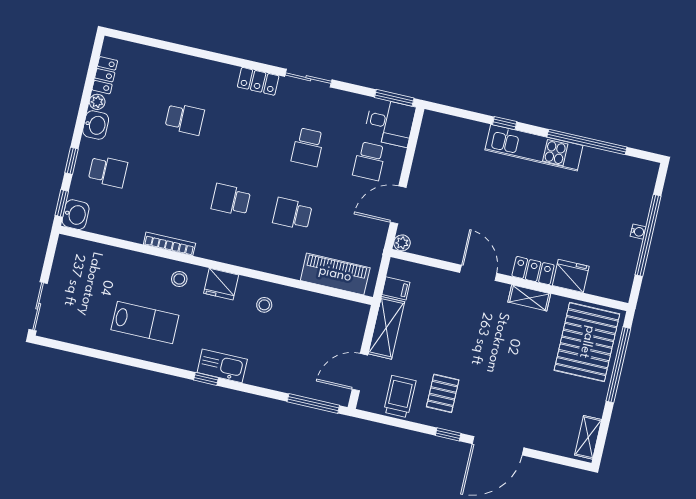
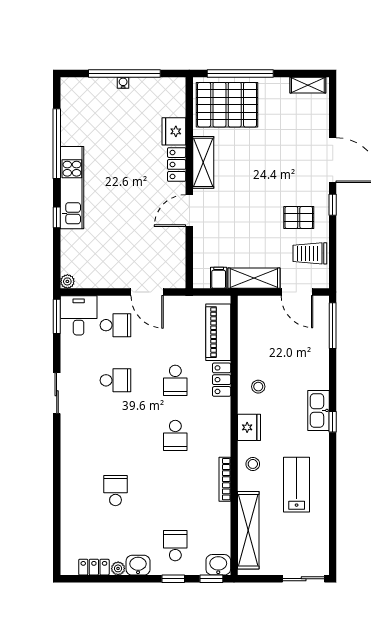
locker: (258, 81) -> (222, 380), moved, turned 180
plant: (402, 243) -> (67, 281), moved
shelving: (106, 257) -> (248, 530), added
shelving: (529, 298) -> (203, 162), width x1.50, depth x1.33

